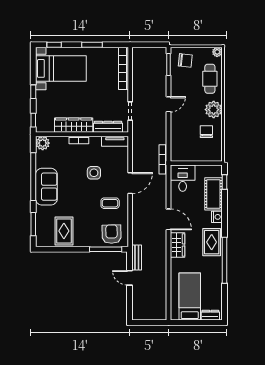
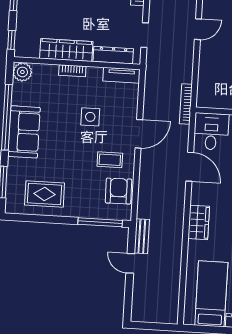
door: (169, 219) -> (190, 167), moved
rug: (64, 231) -> (45, 194), turned 90
armchair: (112, 234) -> (119, 191), moved

